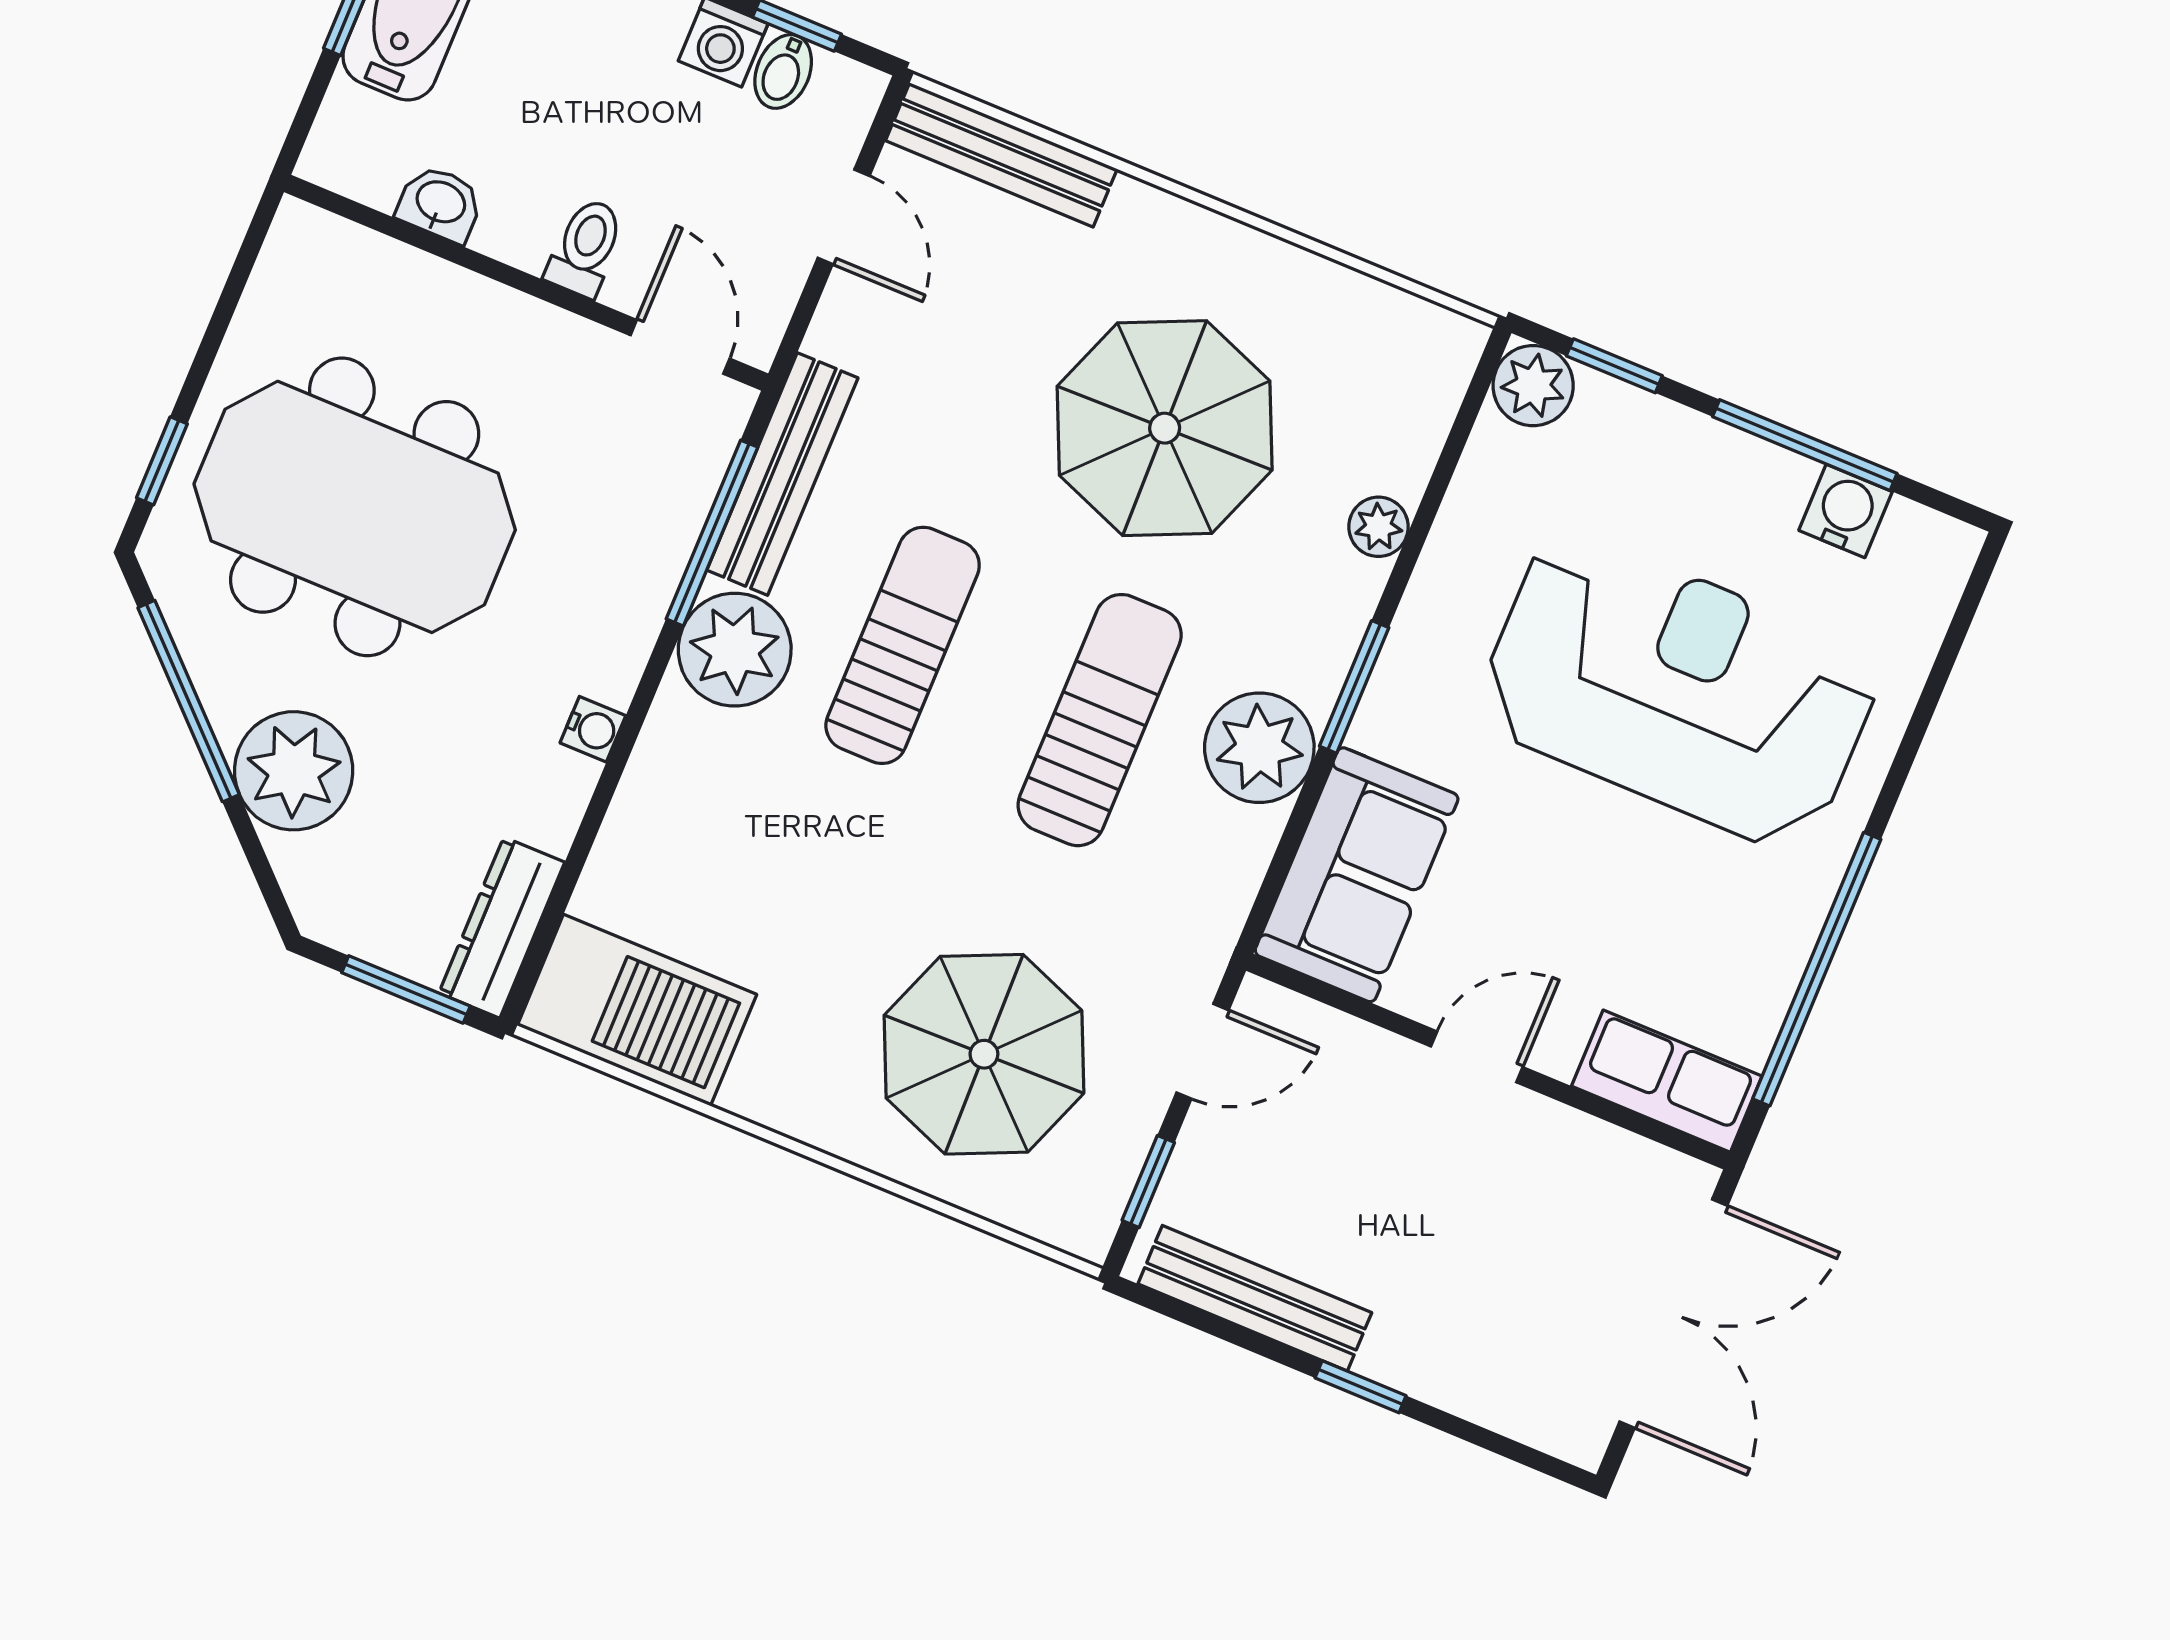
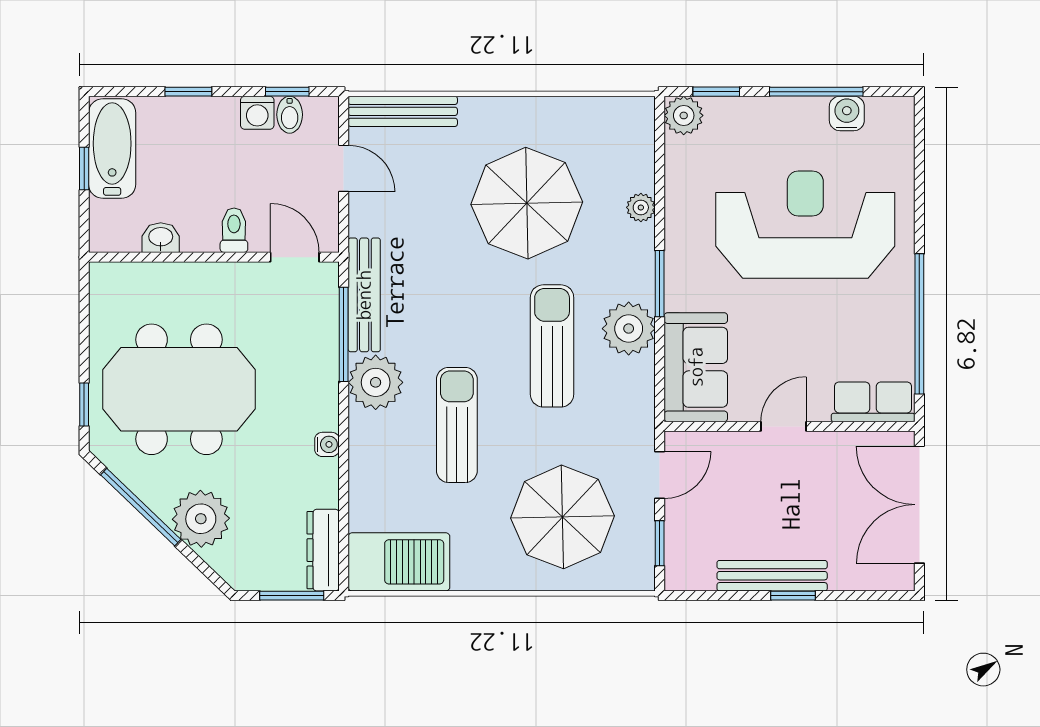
sun lounger: (903, 645) -> (457, 425), moved
bench: (1255, 1298) -> (772, 576), moved
double door: (1673, 1314) -> (919, 505), swing flipped

